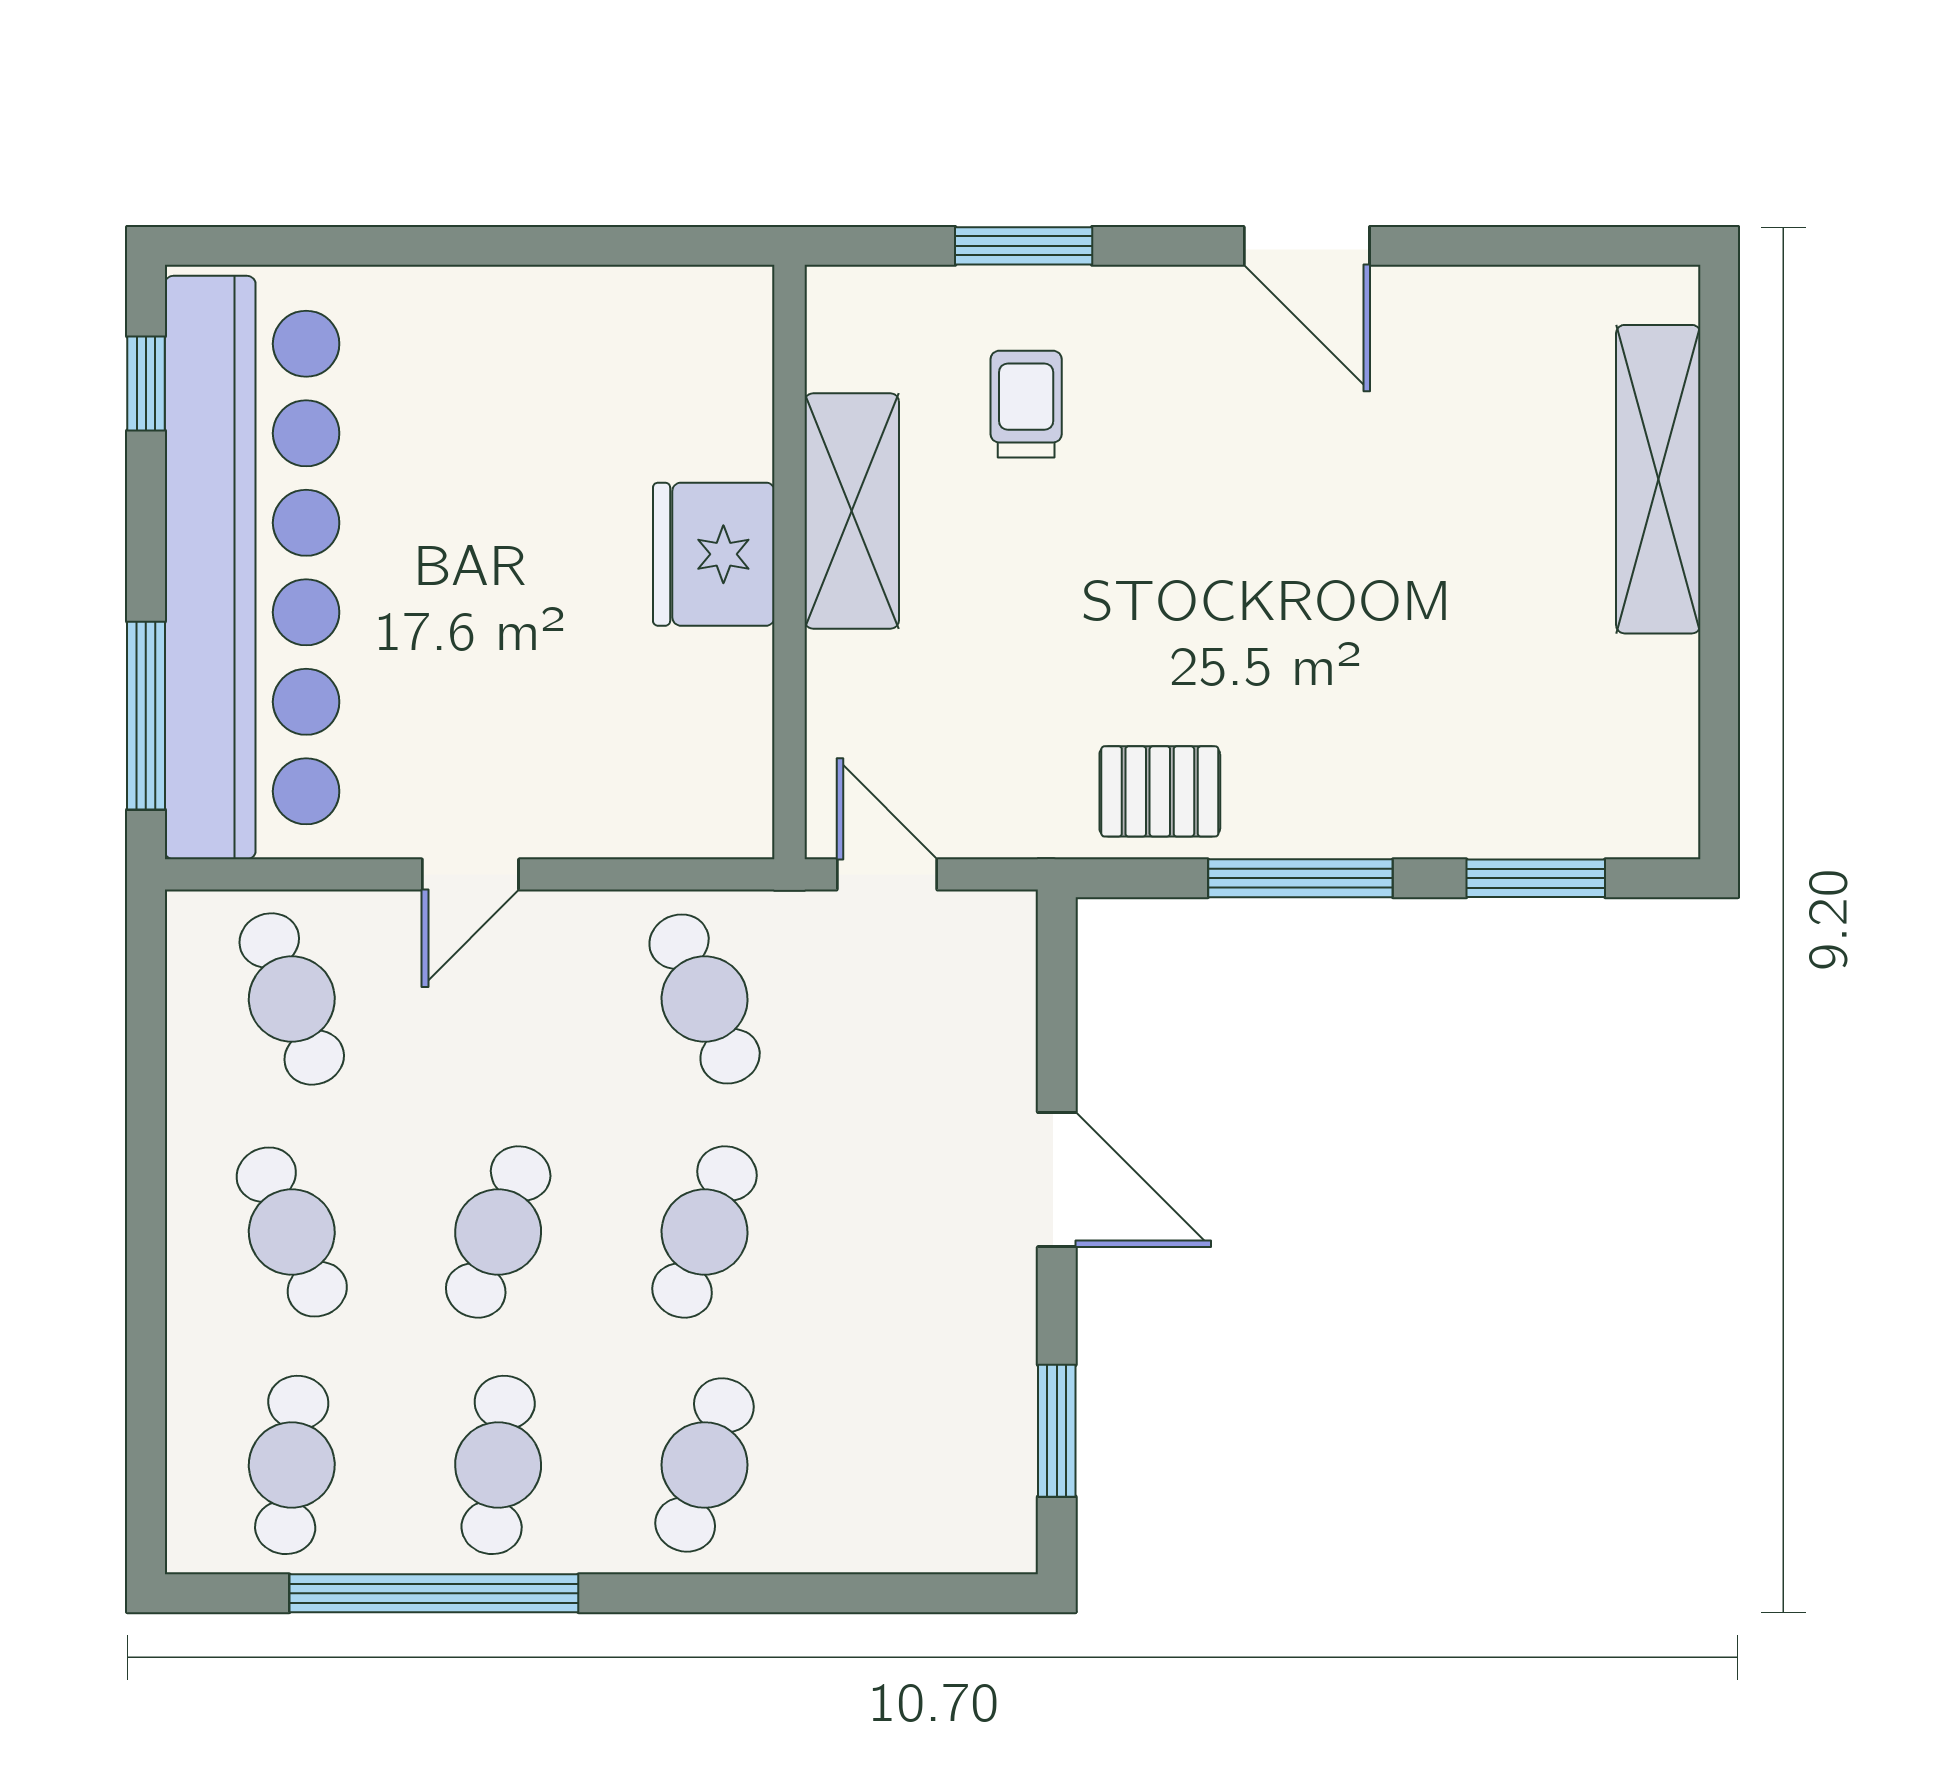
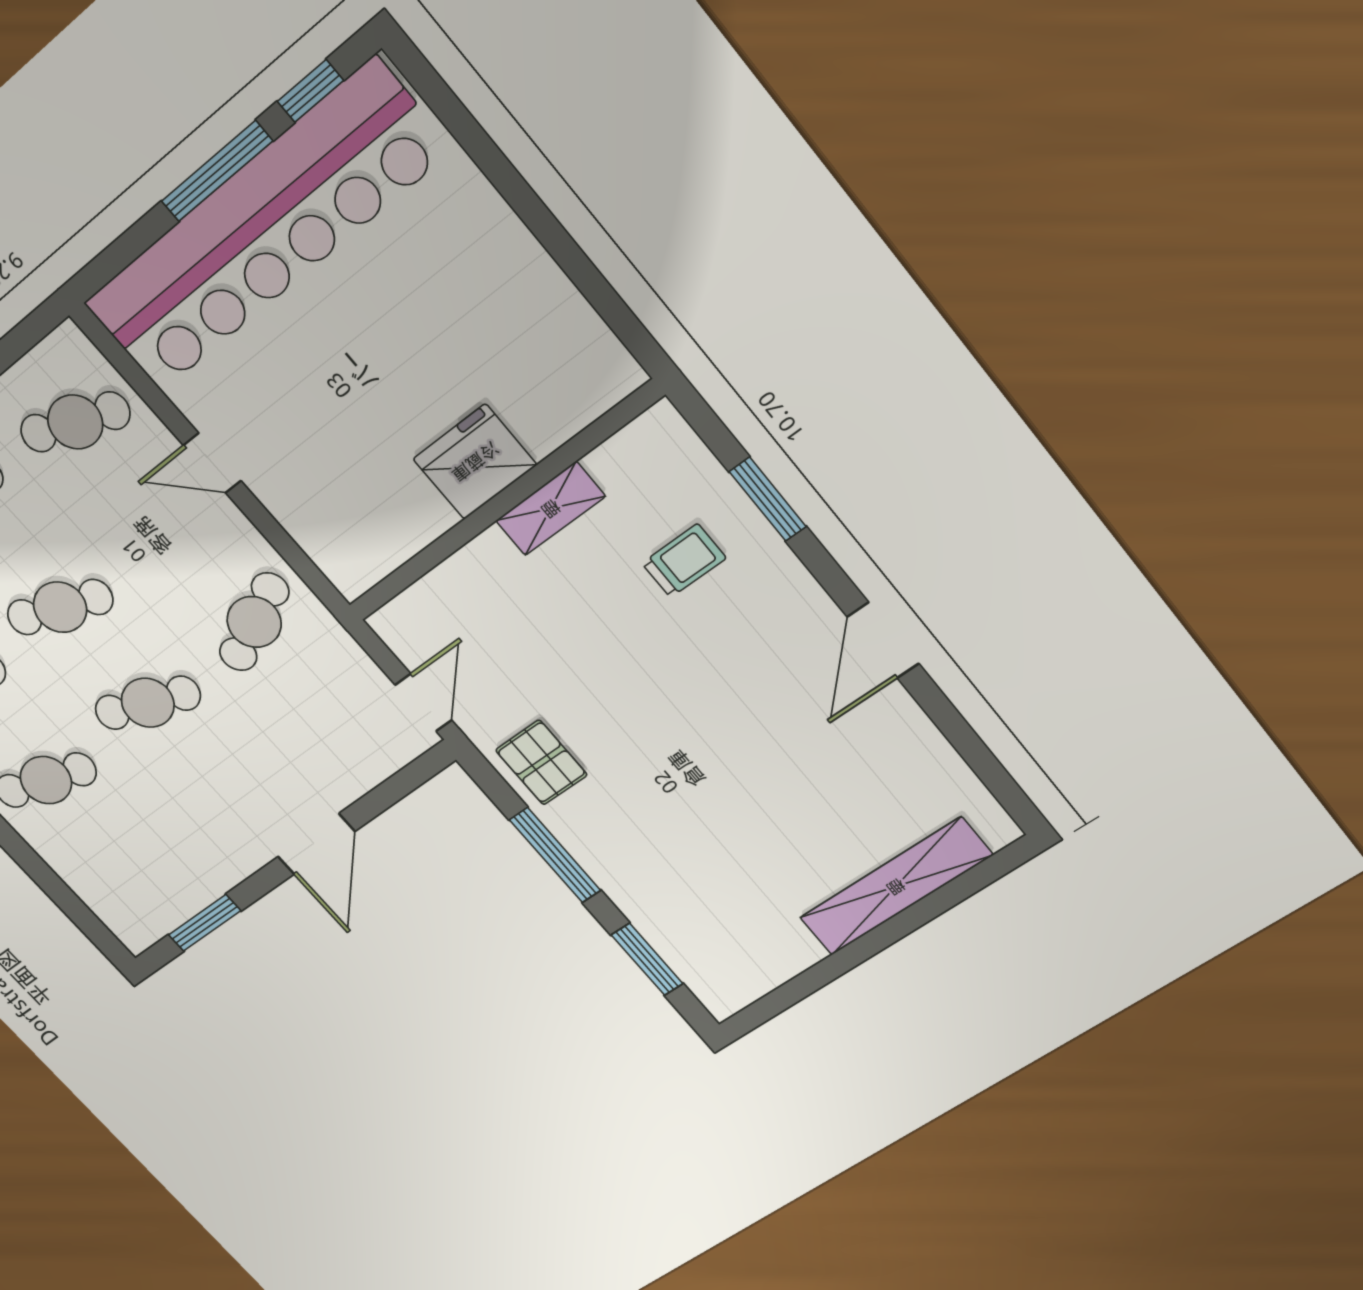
shelving: (852, 511) -> (551, 509), width x0.67, depth x0.75
window: (146, 716) -> (217, 171), moved
door: (887, 874) -> (423, 703), moved
cafe table: (292, 999) -> (75, 422), turned 42

